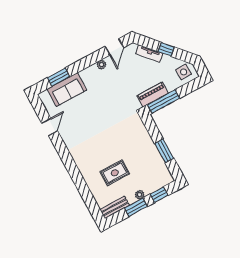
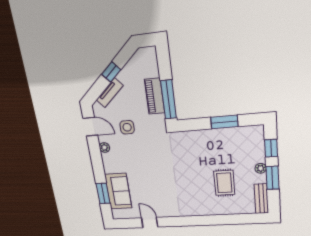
side table: (184, 72) -> (127, 127), moved
piano: (153, 95) -> (154, 96), moved

